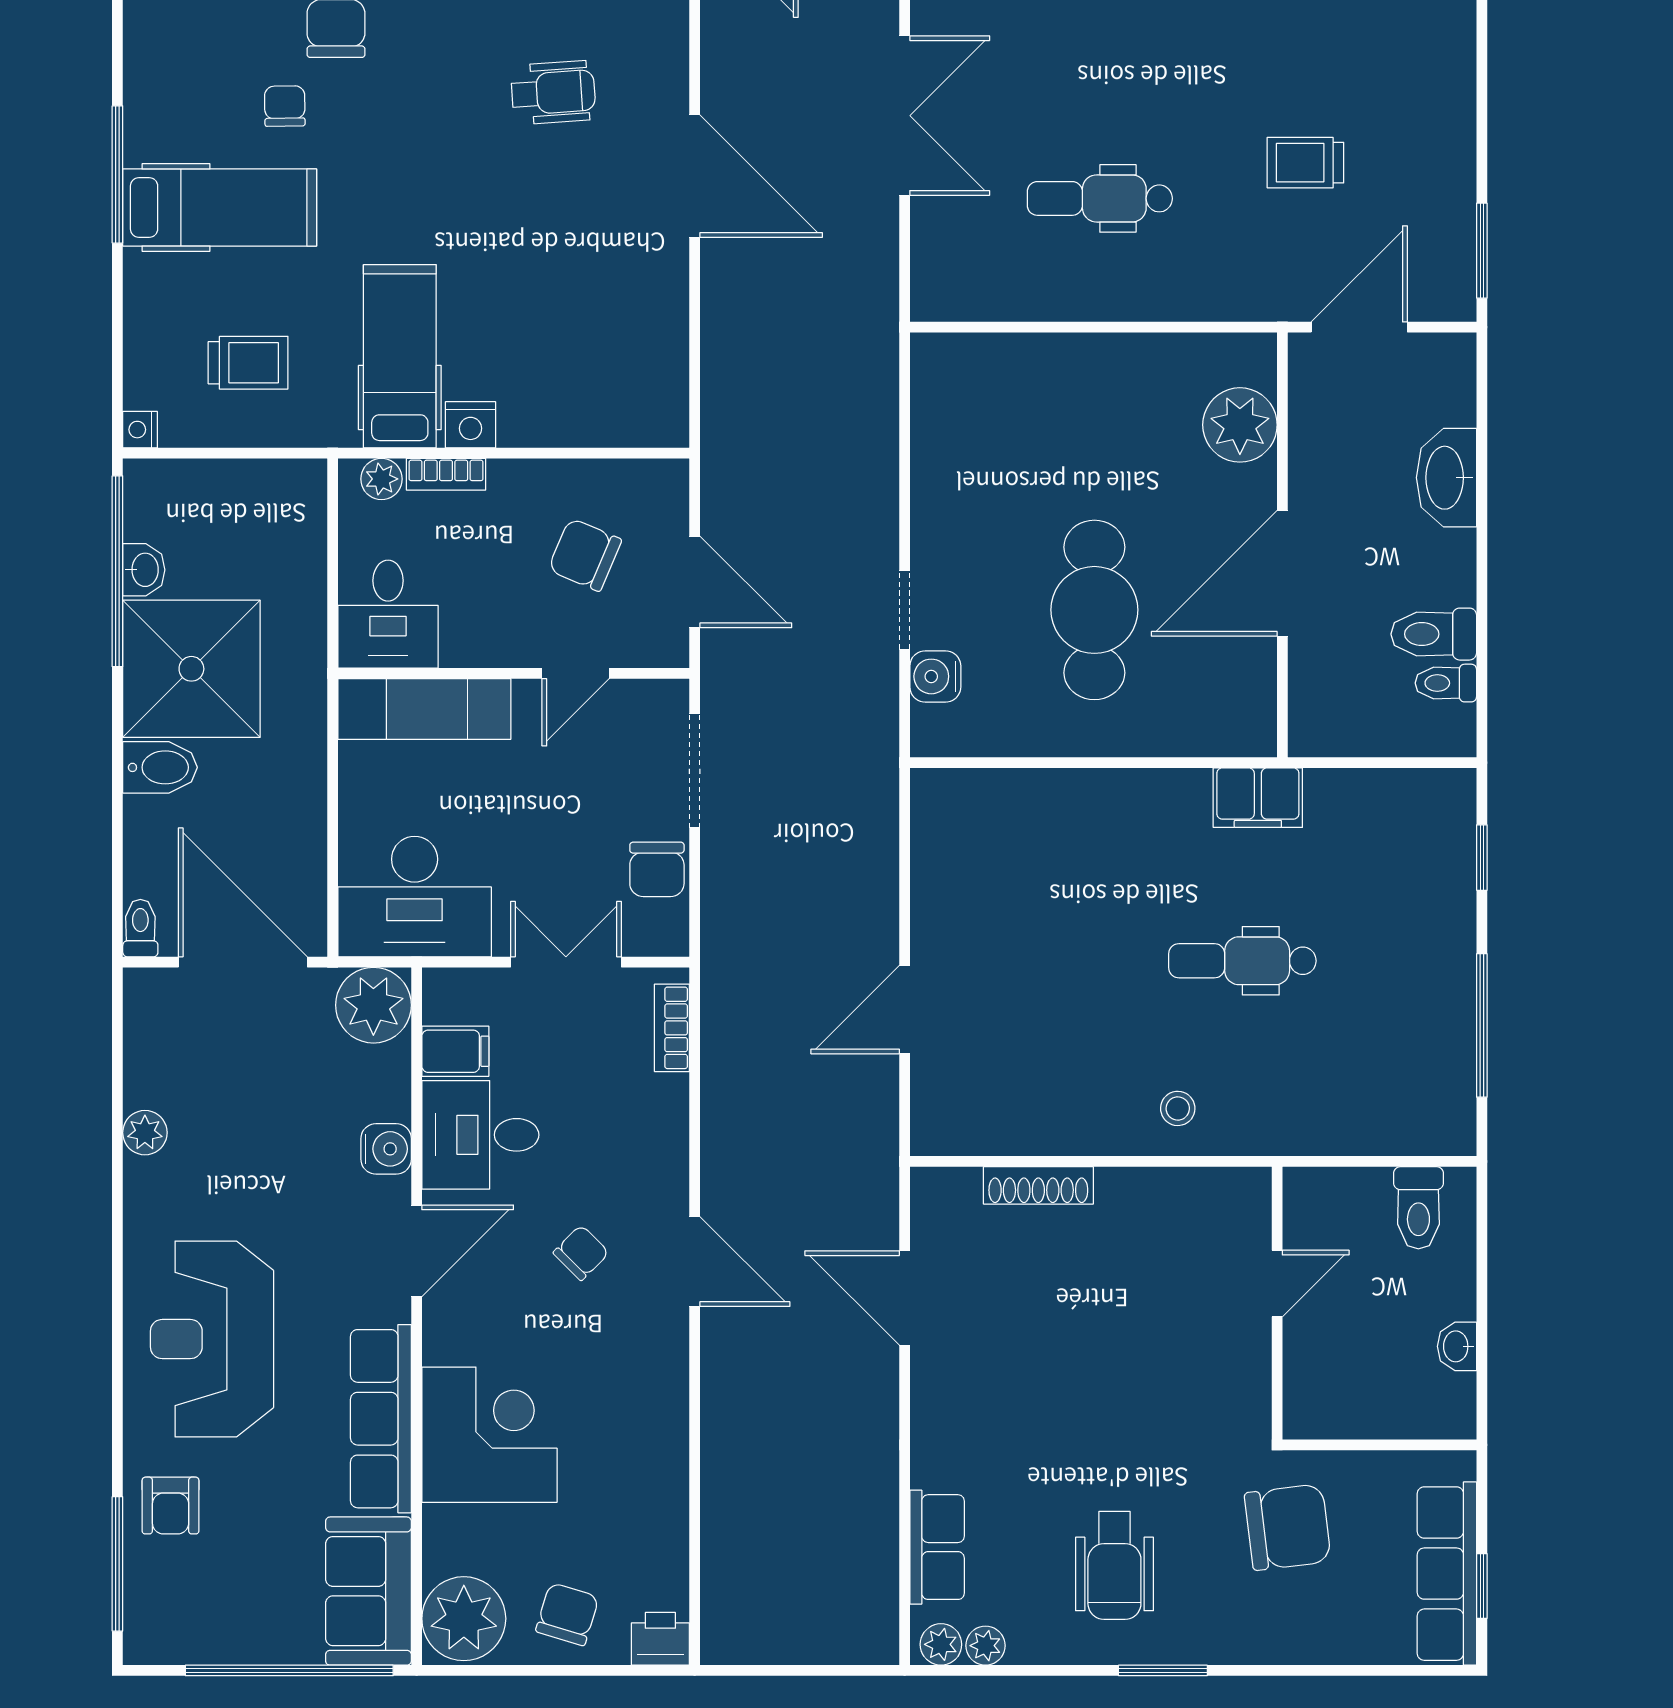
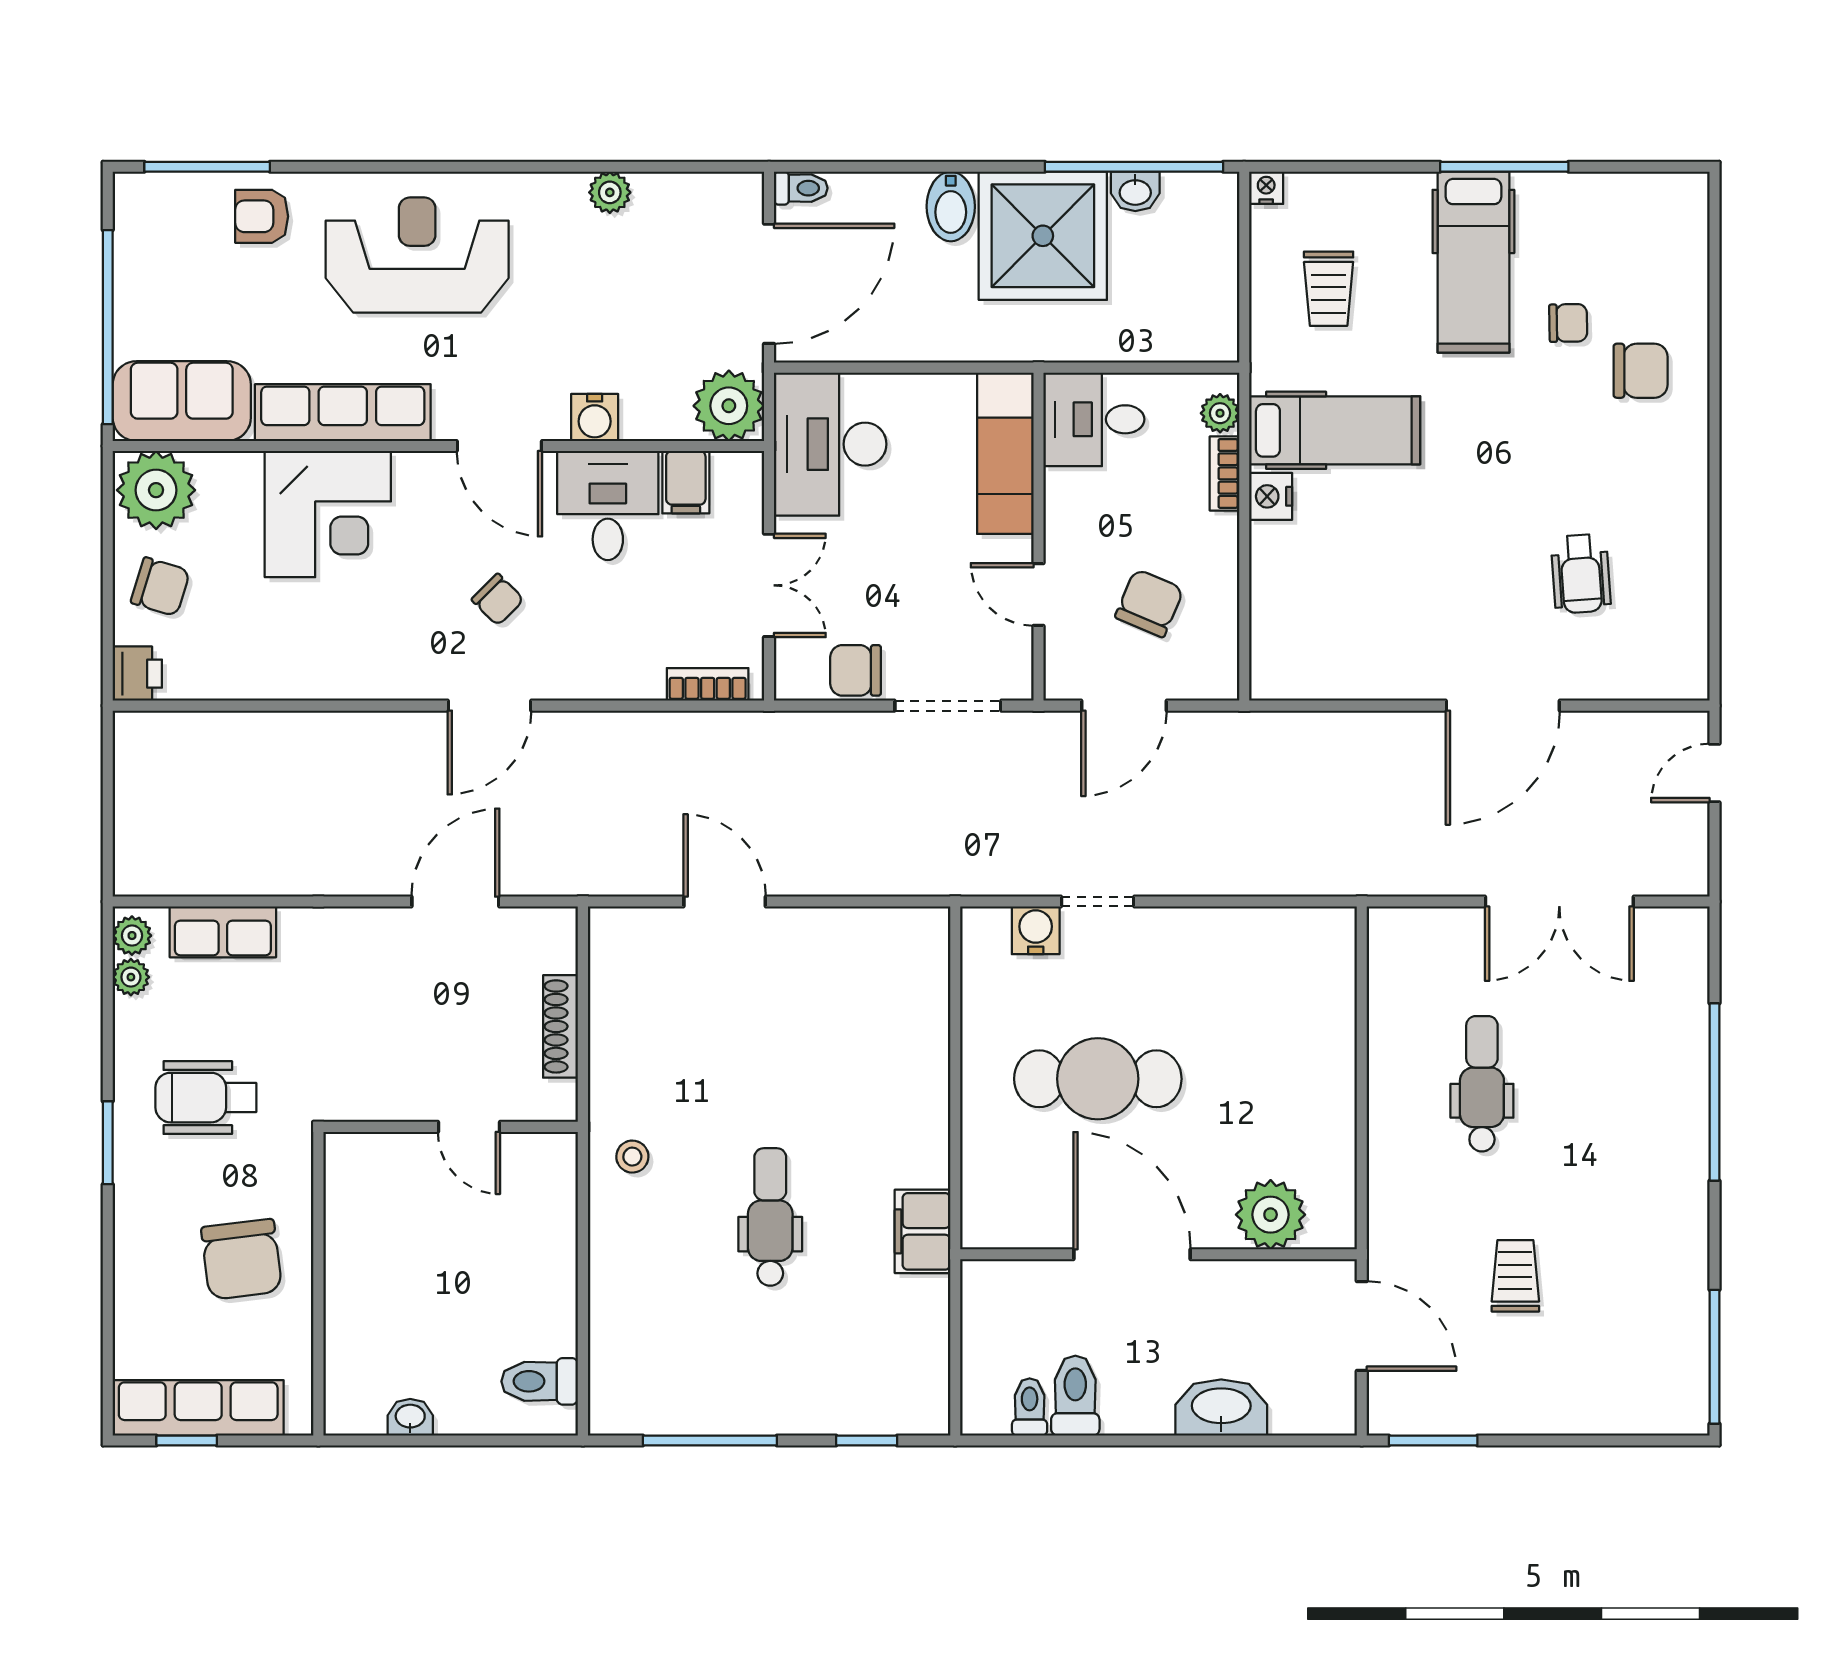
door: (1277, 1284) -> (469, 1127), moved
wall: (1277, 1303) -> (451, 1127), moved

